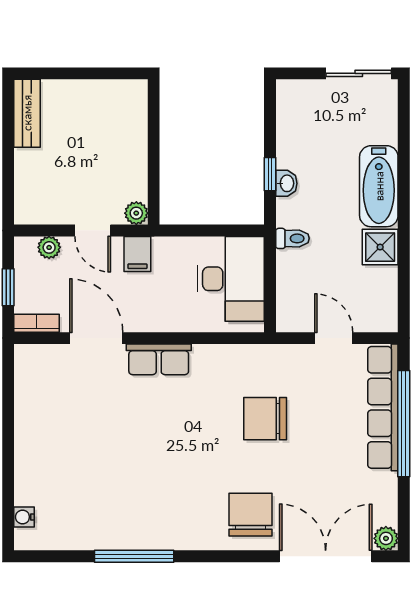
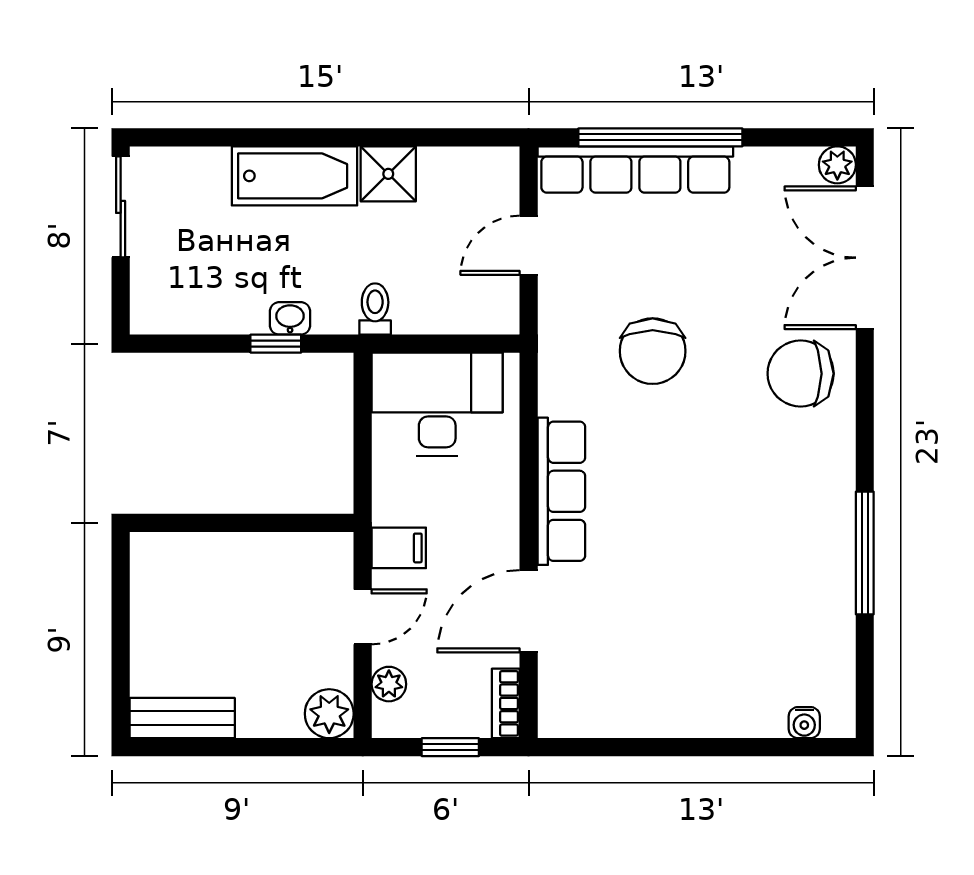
plant: (136, 213) -> (329, 714), moved, width x1.38, depth x1.38
row of seats: (159, 359) -> (561, 491), width x1.48

